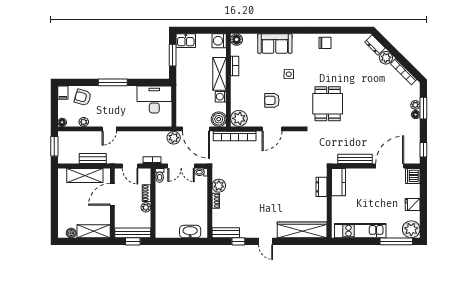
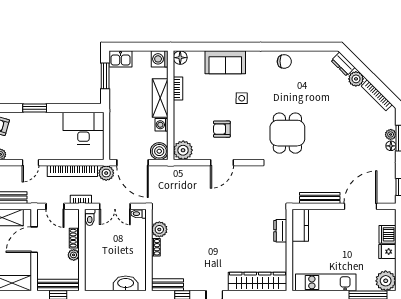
window: (113, 82) -> (35, 108), width x0.69
bookcase: (235, 136) -> (72, 171), moved
dishwasher: (413, 176) -> (387, 234), moved

